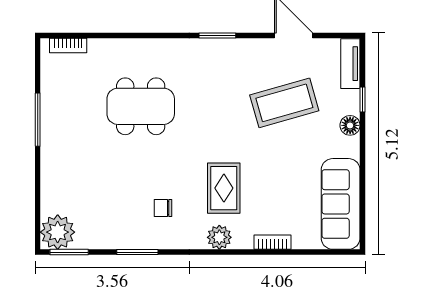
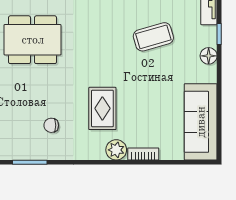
coffee table: (284, 103) -> (153, 37), width x0.73, depth x0.76
plant: (219, 237) -> (116, 150), moved

